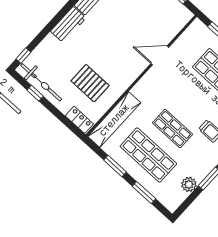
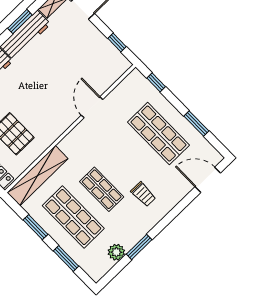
door: (160, 55) -> (92, 107), hinge flipped

